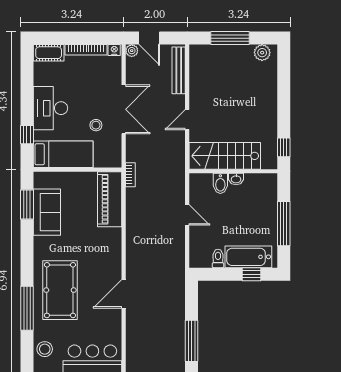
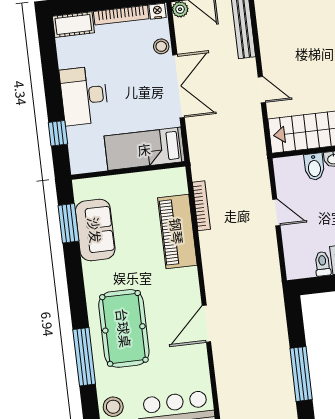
door: (187, 120) -> (262, 90), swing flipped
stool: (96, 125) -> (161, 46), moved
bed: (63, 154) -> (144, 149), moved, turned 180
bookcase: (130, 175) -> (201, 206), moved, width x1.56
piano: (110, 199) -> (177, 231), moved

